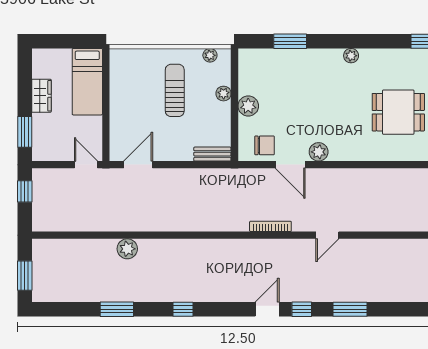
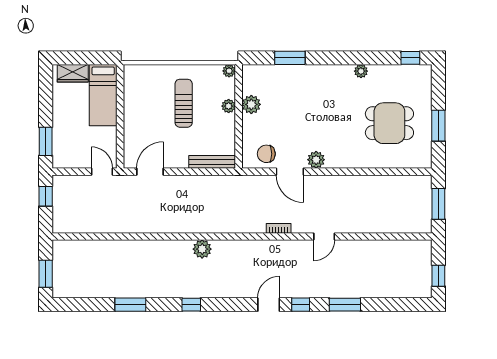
plant: (210, 55) -> (229, 71), moved
plant: (351, 56) -> (361, 71), moved
wardrobe: (41, 96) -> (73, 73), moved, turned 90
plant: (248, 106) -> (251, 104), moved
chair: (265, 145) -> (266, 154), turned 180
bench: (212, 154) -> (212, 162), width x1.36
bookcase: (270, 226) -> (279, 228), width x0.64
plant: (127, 249) -> (202, 249), moved

